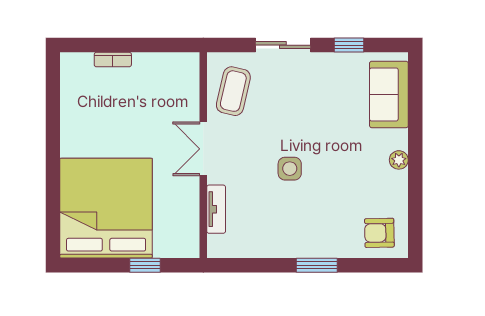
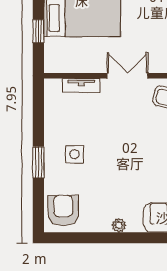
side table: (290, 169) -> (74, 154), moved
armchair: (379, 233) -> (63, 210), width x1.38, depth x1.38

